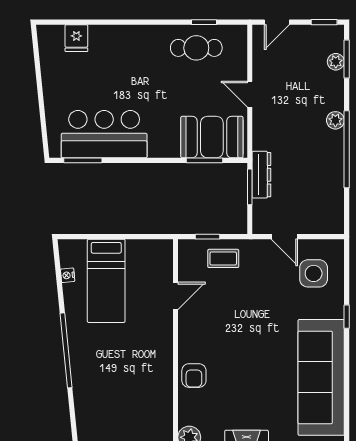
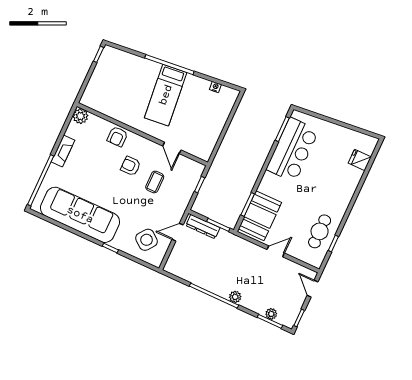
dresser: (261, 175) -> (203, 227), moved
coffee table: (223, 258) -> (155, 182), moved
side table: (314, 273) -> (147, 240), turned 38
bed: (106, 281) -> (166, 95), moved, turned -96
armchair: (225, 340) -> (131, 166), added
armchair: (194, 376) -> (117, 137), turned -90

